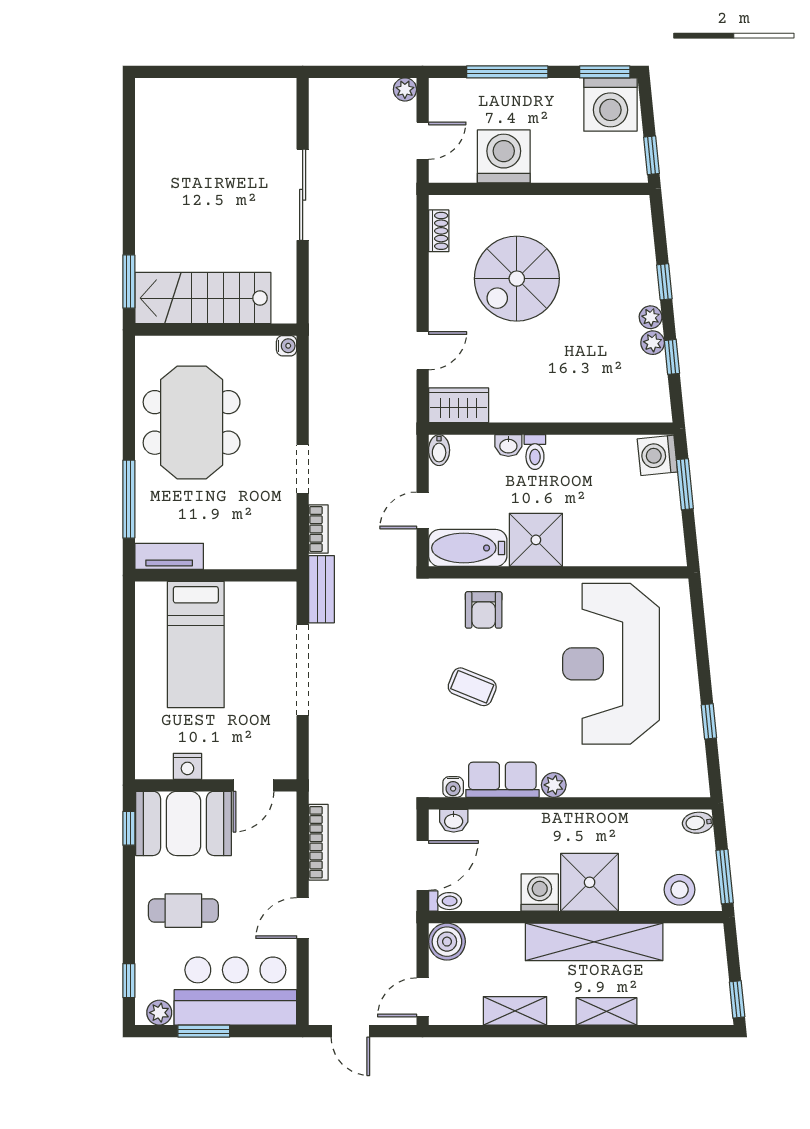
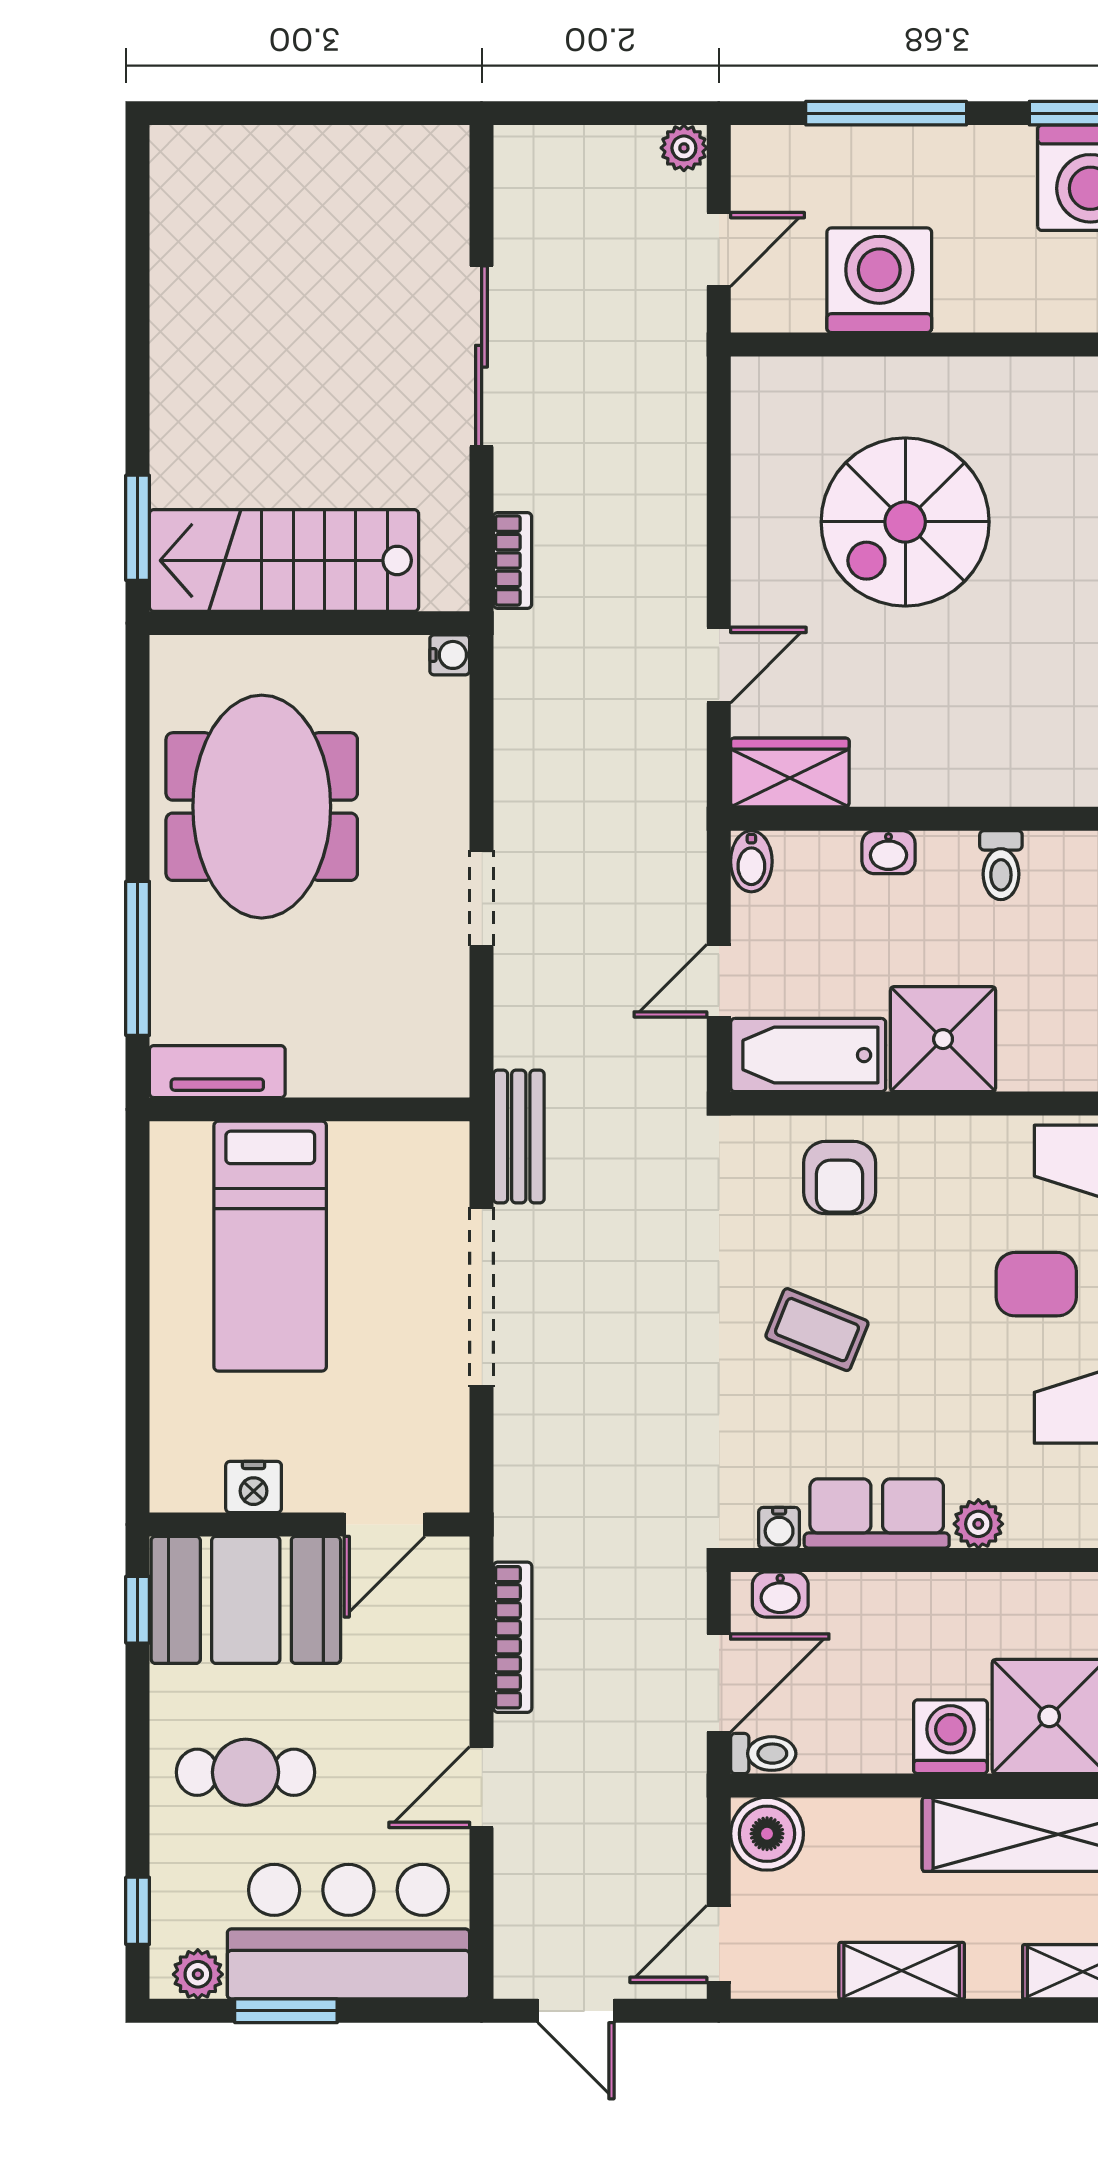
shoe rack: (439, 231) -> (751, 428), removed
toilet: (535, 452) -> (1001, 865), moved
bookcase: (318, 529) -> (513, 560), moved

